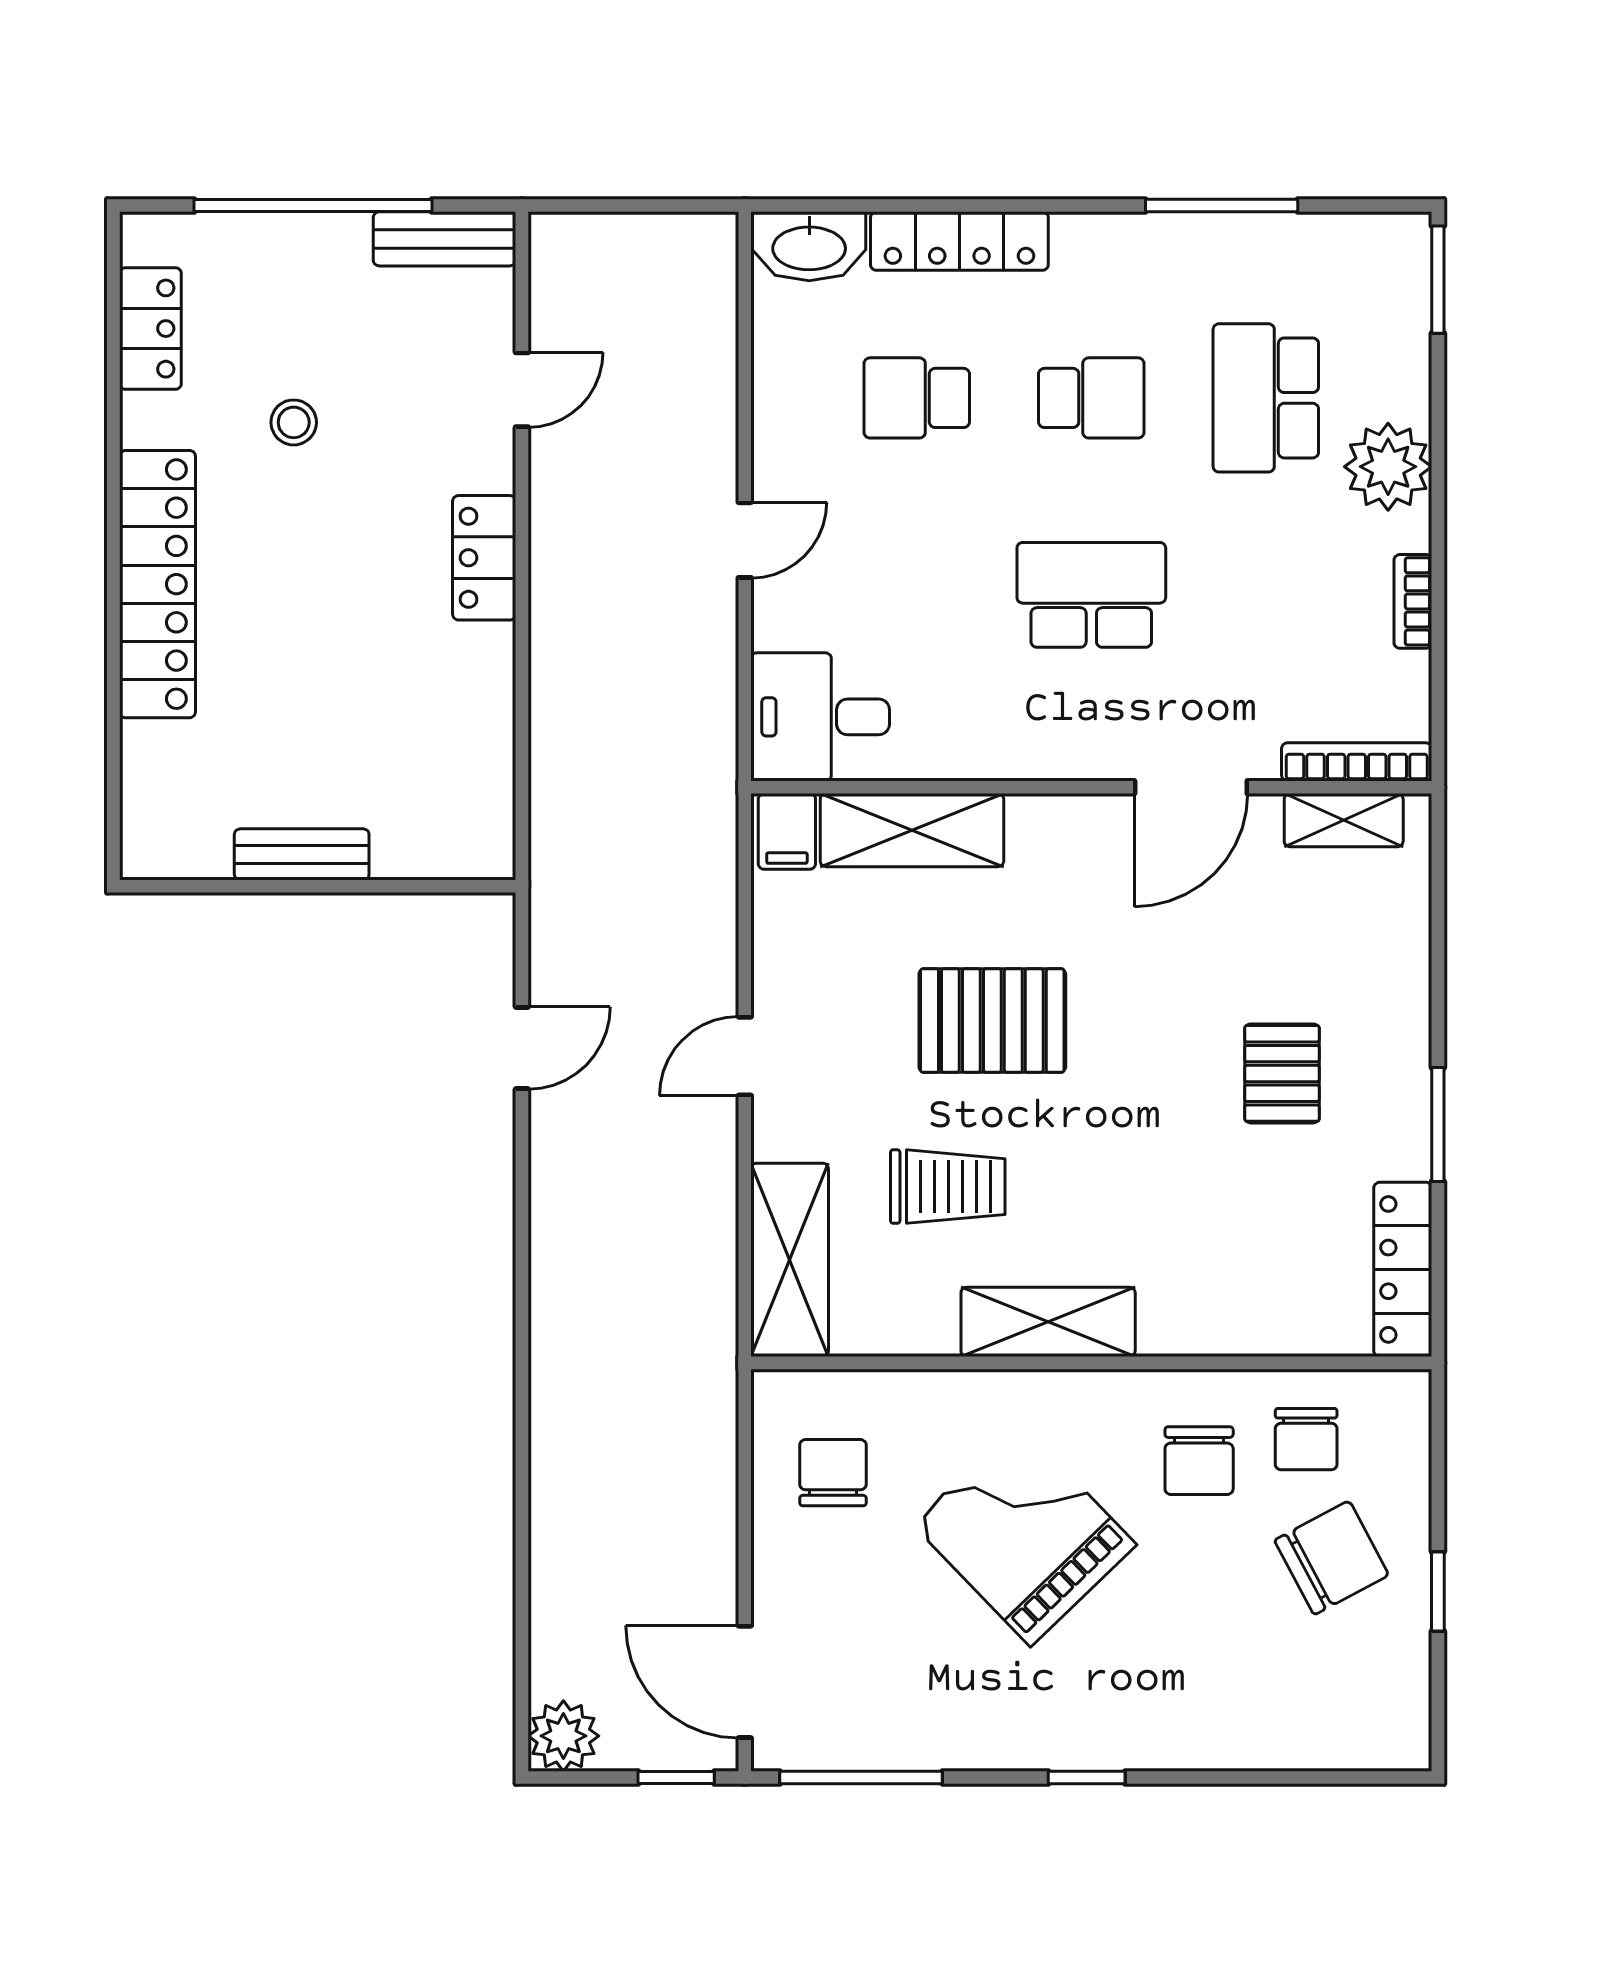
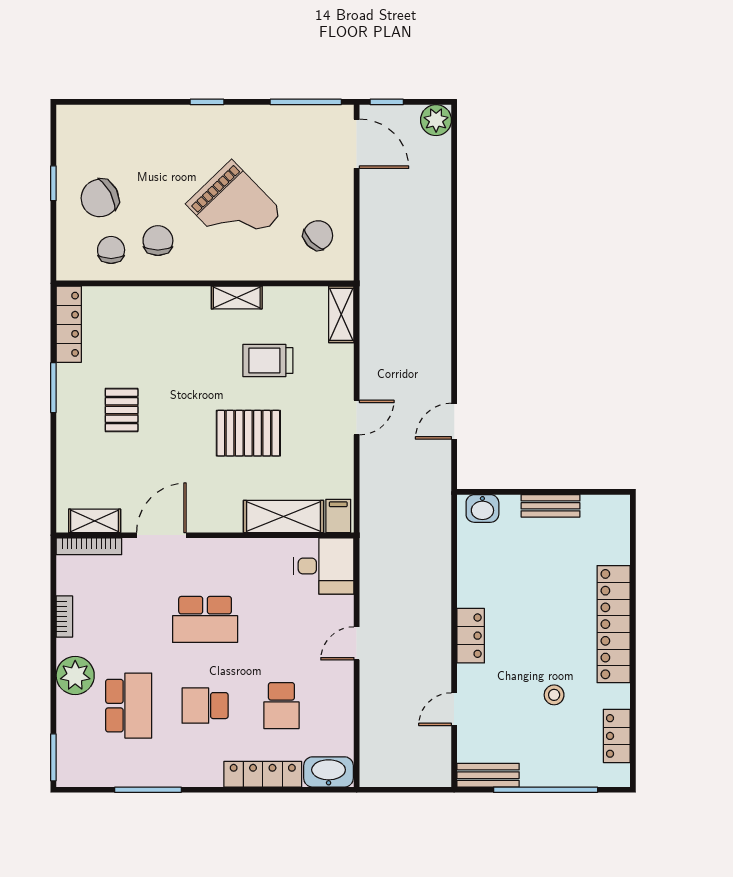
school desk: (917, 398) -> (281, 706), turned 90
washbasin: (457, 848) -> (482, 508), added
shelving: (790, 1260) -> (341, 314), width x0.67, depth x0.75
shelving: (1048, 1322) -> (237, 297), width x0.67, depth x0.75
chair: (833, 1473) -> (318, 235), turned -134

